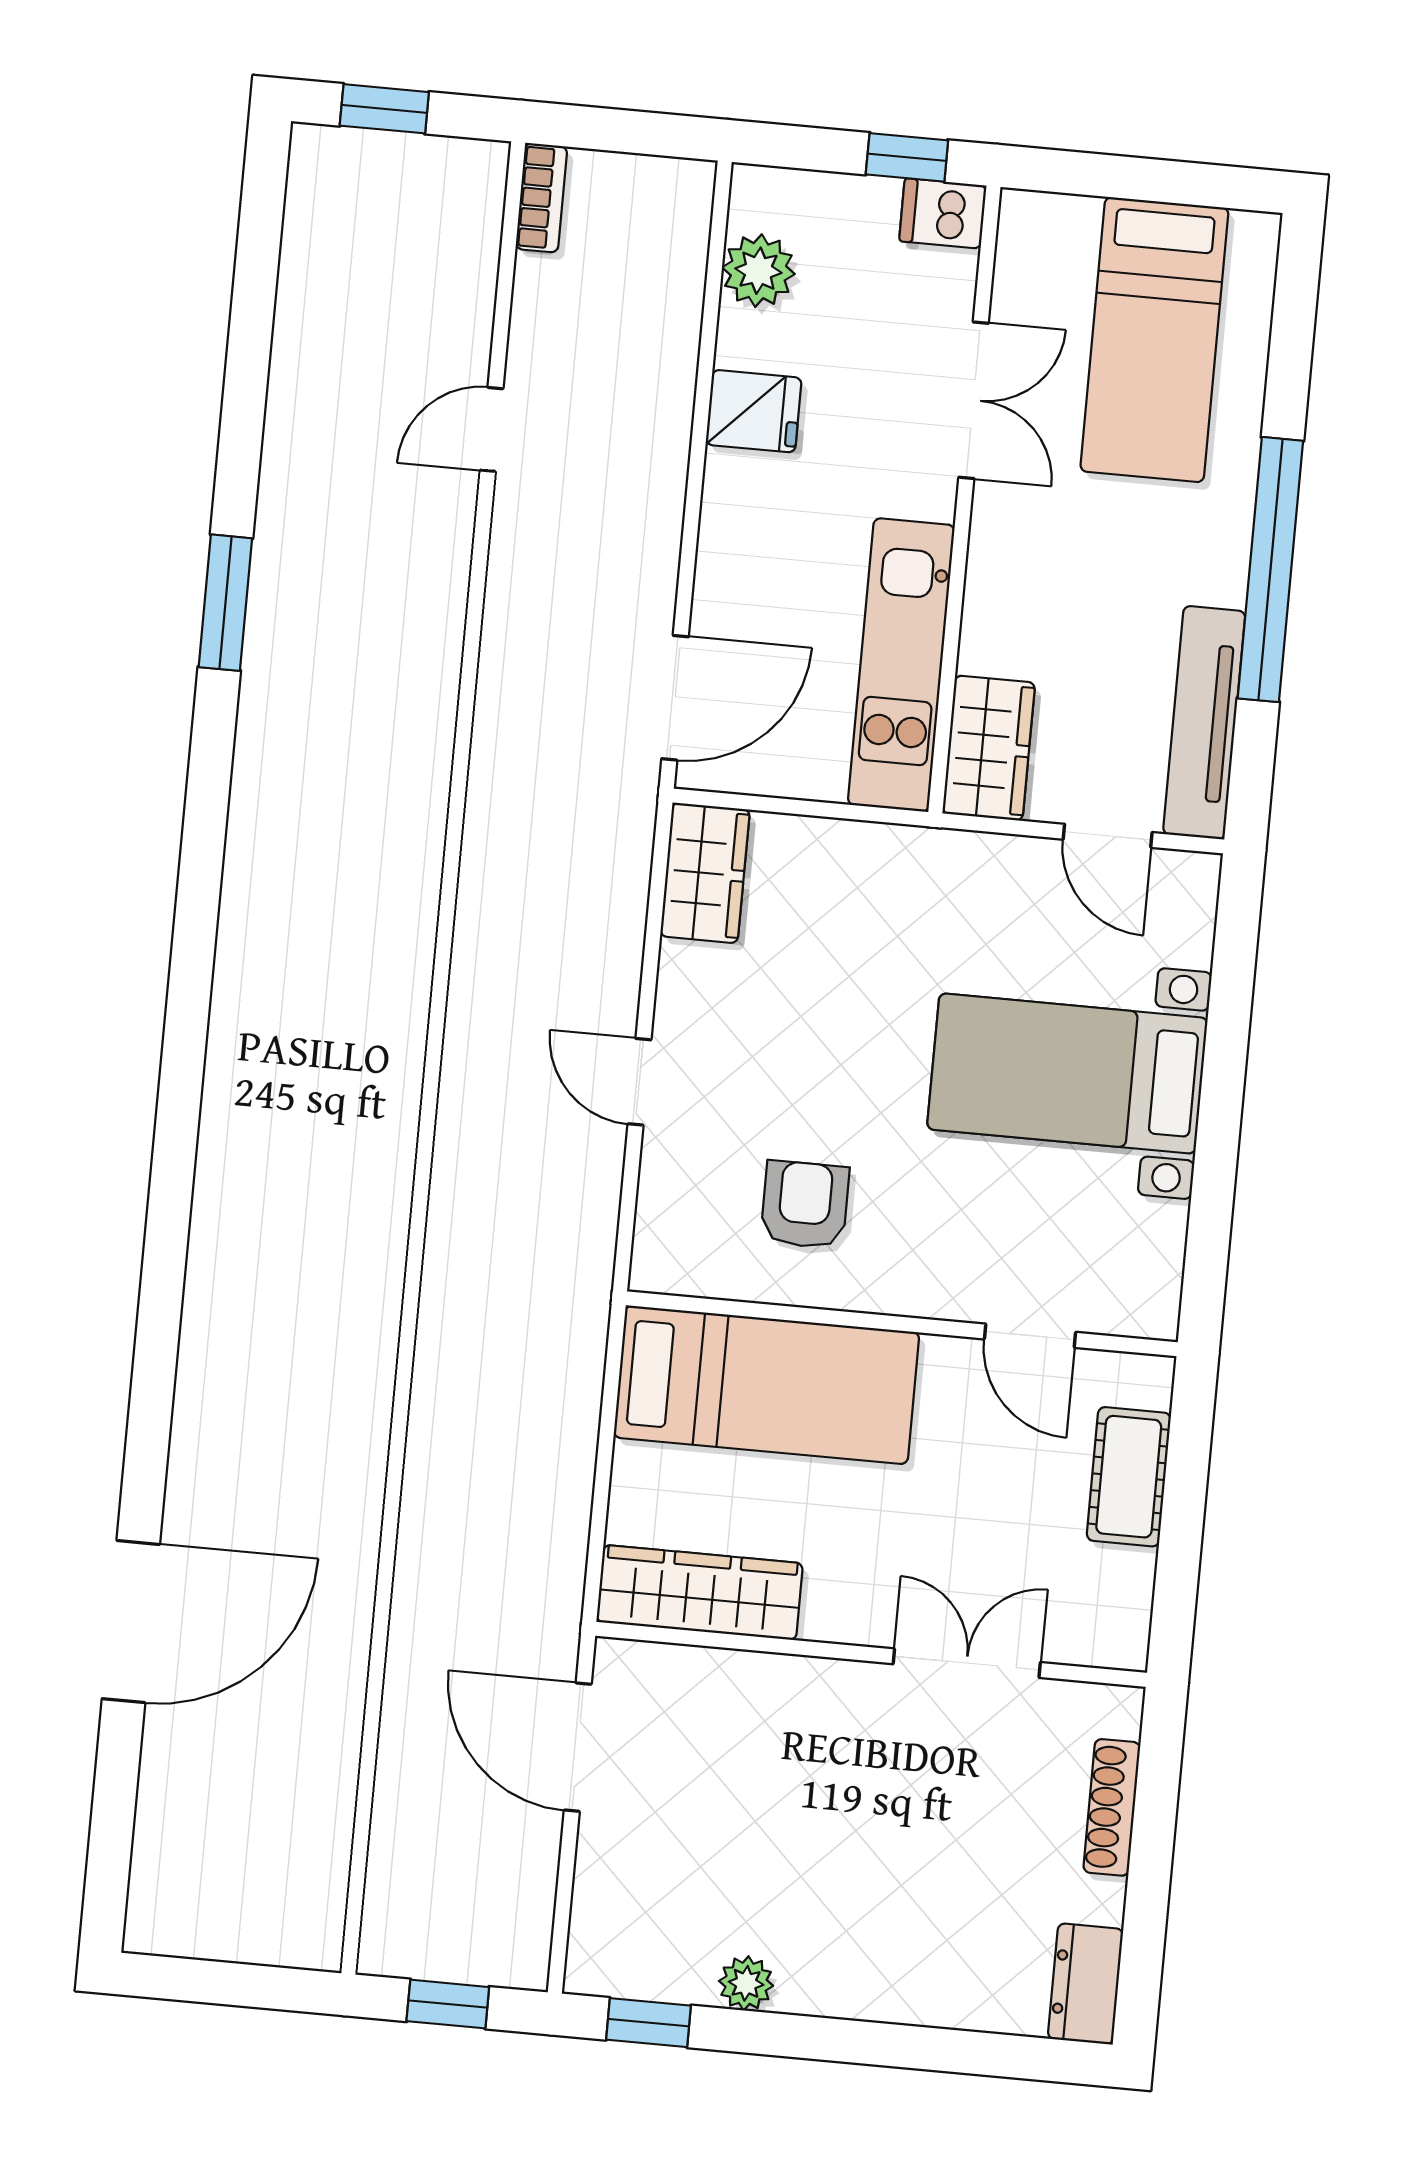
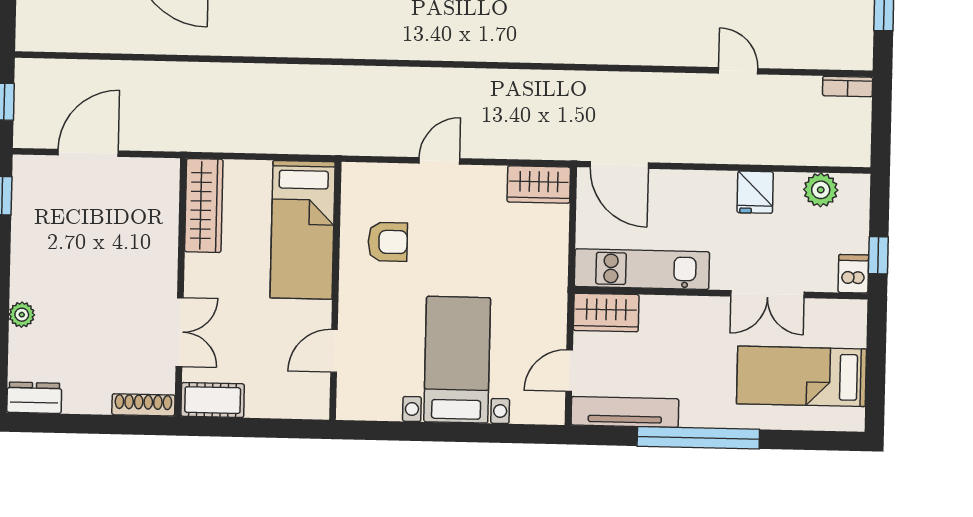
cot: (1129, 1477) -> (213, 400), moved
door: (578, 1747) -> (88, 153), moved
shoe rack: (1112, 1807) -> (143, 405), moved
plant: (746, 1983) -> (22, 315), moved

